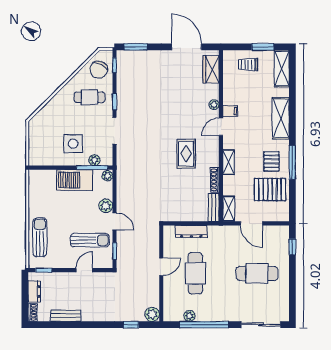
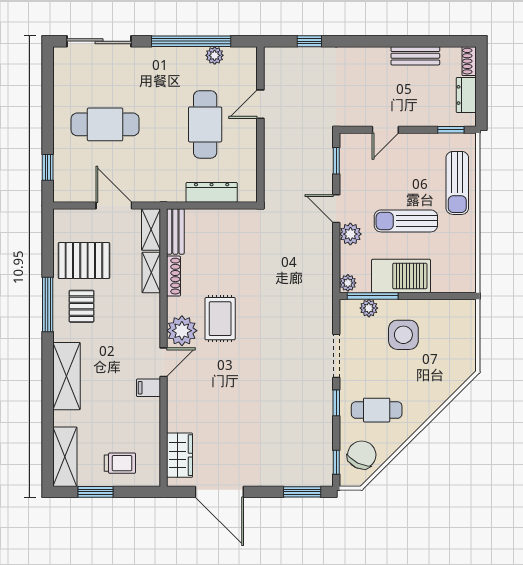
plant: (214, 105) -> (182, 331), moved, width x1.88, depth x1.88
shelving: (229, 162) -> (151, 273), moved
sun lounger: (90, 240) -> (406, 221), moved
door: (161, 267) -> (260, 104), moved
plant: (152, 314) -> (275, 58), removed

